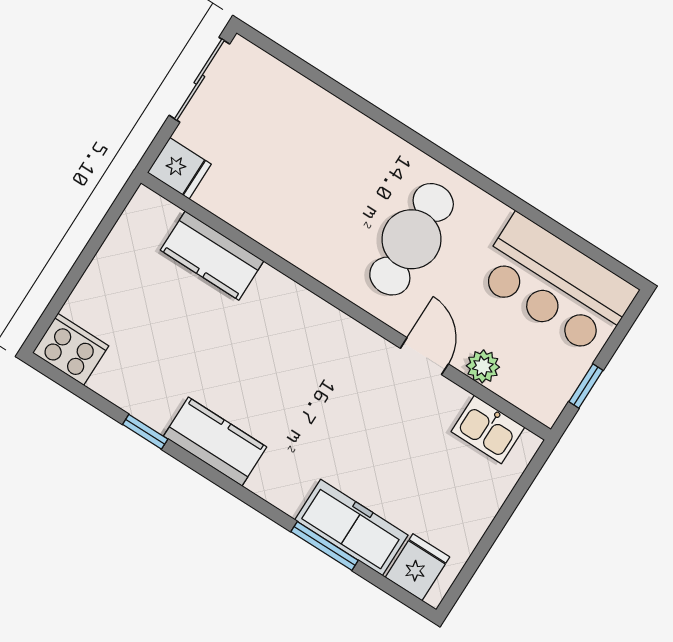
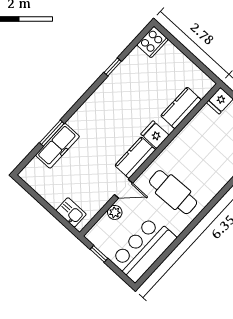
kitchen sink: (488, 429) -> (71, 212), moved, turned 90
kitchen counter: (215, 442) -> (135, 158), moved, turned 180
fridge: (417, 567) -> (155, 135), moved, turned 180

